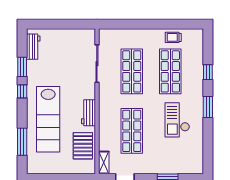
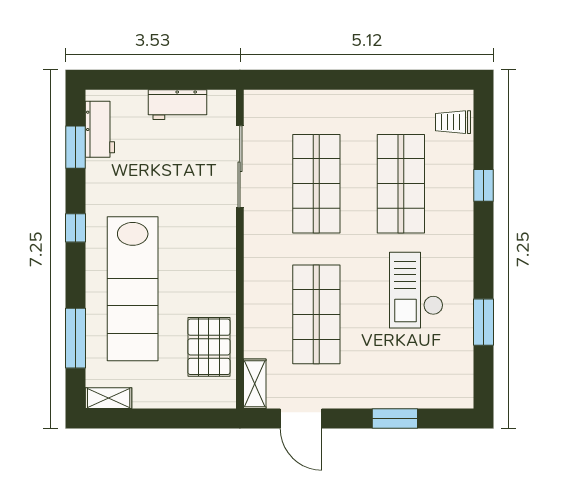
trolley: (173, 37) -> (453, 122), moved
window: (22, 67) -> (76, 147), moved
window: (208, 107) -> (483, 322), moved
workbench: (88, 113) -> (177, 105), moved, turned -90
shelving: (37, 169) -> (109, 398), added

